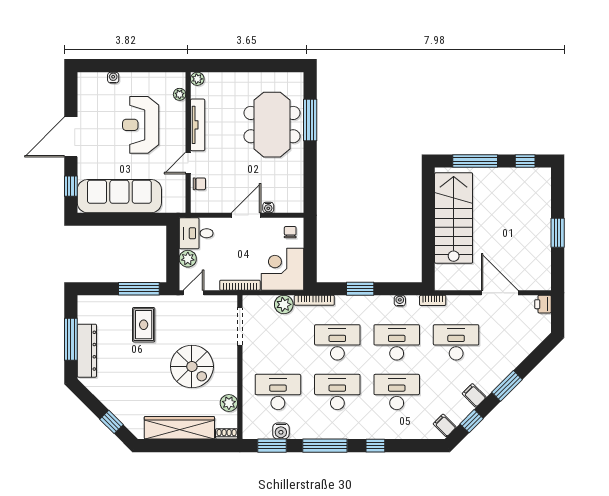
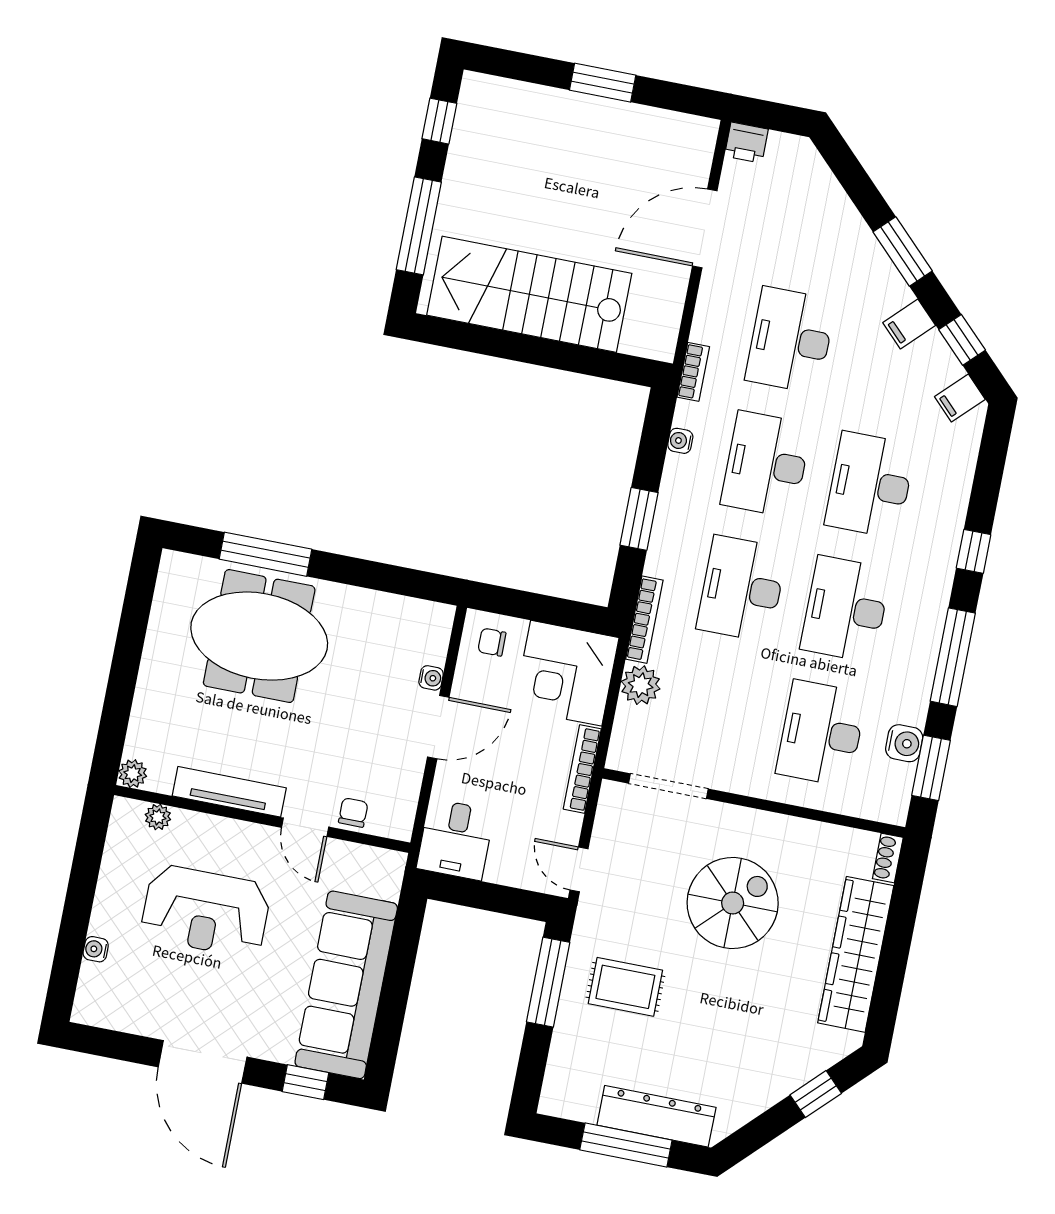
door: (246, 215) -> (438, 727), swing flipped
plant: (188, 259) -> (505, 867), removed
plant: (229, 403) -> (824, 841), removed

